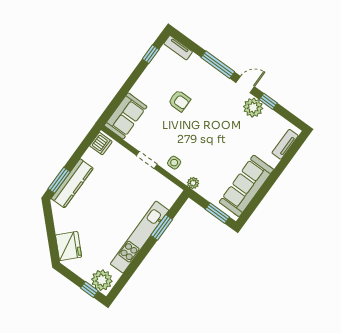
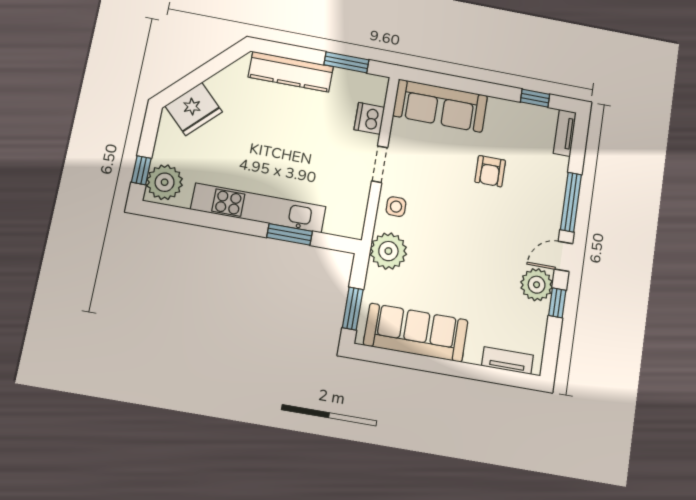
door: (245, 85) -> (564, 256), swing flipped
sofa: (126, 116) -> (440, 106), width x1.36
dishwasher: (101, 144) -> (369, 118), moved, turned 90
window: (59, 180) -> (346, 62), moved
plant: (193, 183) -> (388, 251), width x1.87, depth x1.87

